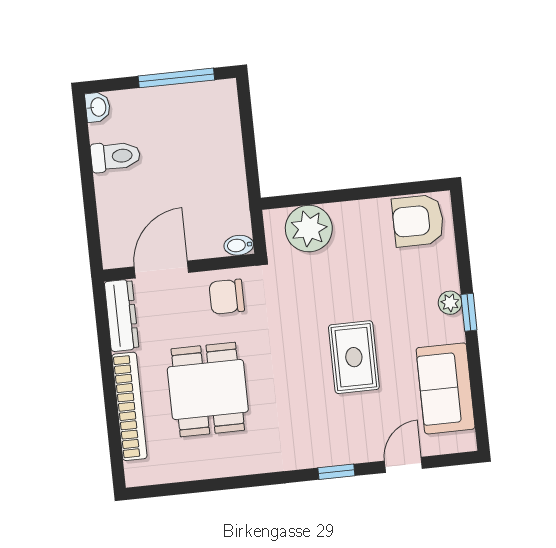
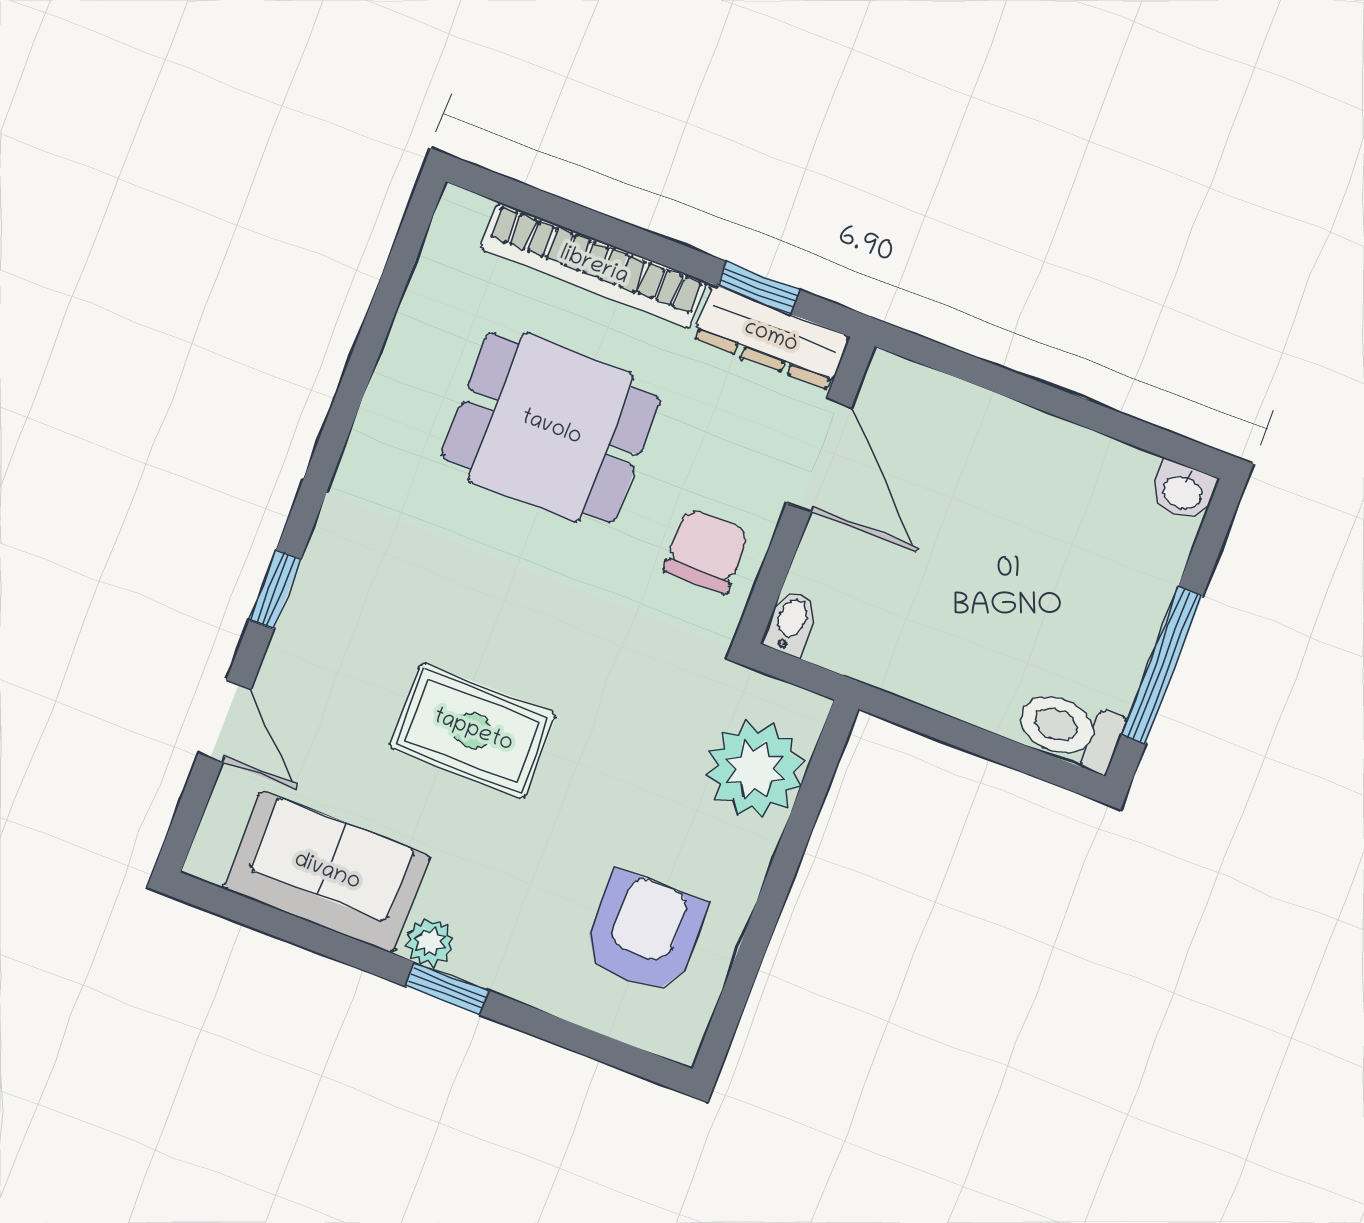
toilet: (115, 156) -> (1069, 729), moved, turned 90
armchair: (418, 221) -> (644, 933), moved
plant: (450, 303) -> (430, 942), moved
window: (103, 331) -> (759, 288), added

